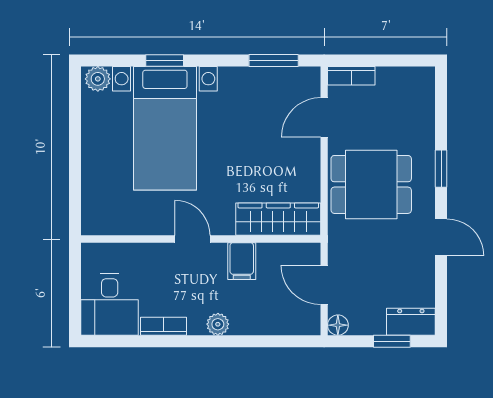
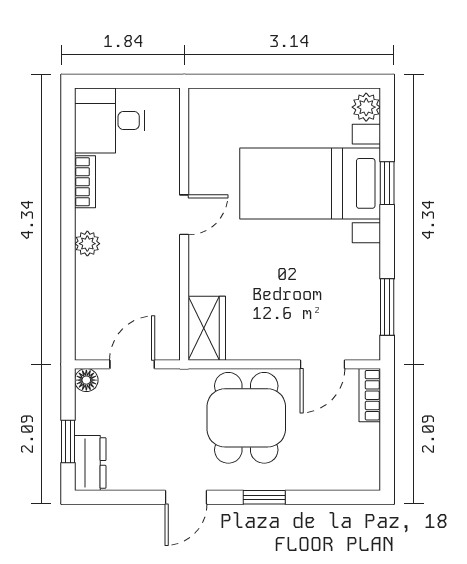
door: (324, 117) -> (322, 364), swing flipped
wardrobe: (278, 219) -> (207, 328), width x0.67
filing cabinet: (242, 261) -> (159, 271), removed

